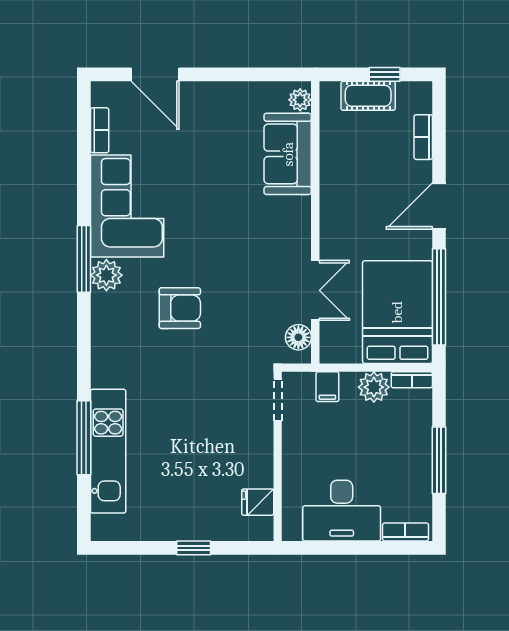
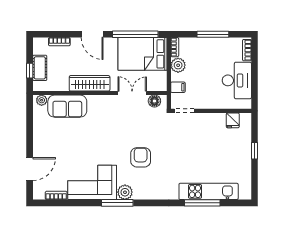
window: (385, 74) -> (30, 71), moved
wardrobe: (336, 201) -> (90, 83), added

